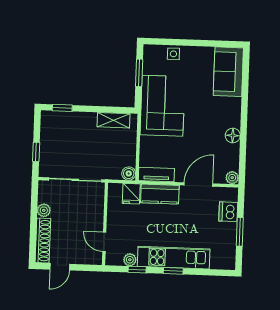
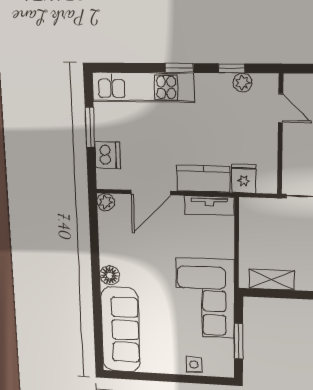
sofa: (228, 72) -> (120, 330), width x1.36
floor lamp: (233, 136) -> (110, 275), moved
boiler: (129, 174) -> (248, 207), removed
kitchen unit: (174, 258) -> (143, 87), moved

